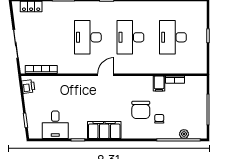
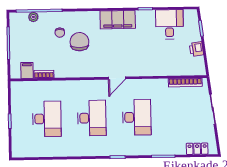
filing cabinet: (159, 84) -> (27, 70), moved
printer: (28, 86) -> (196, 49), moved

